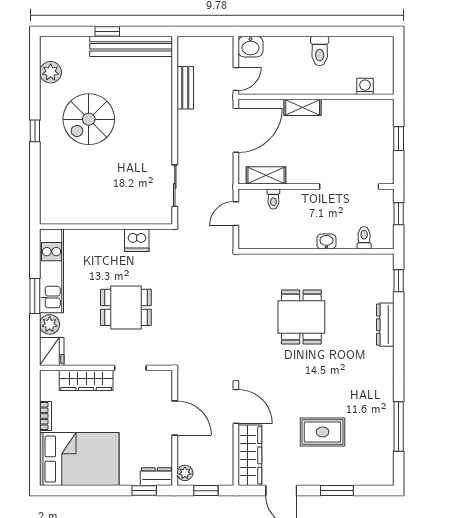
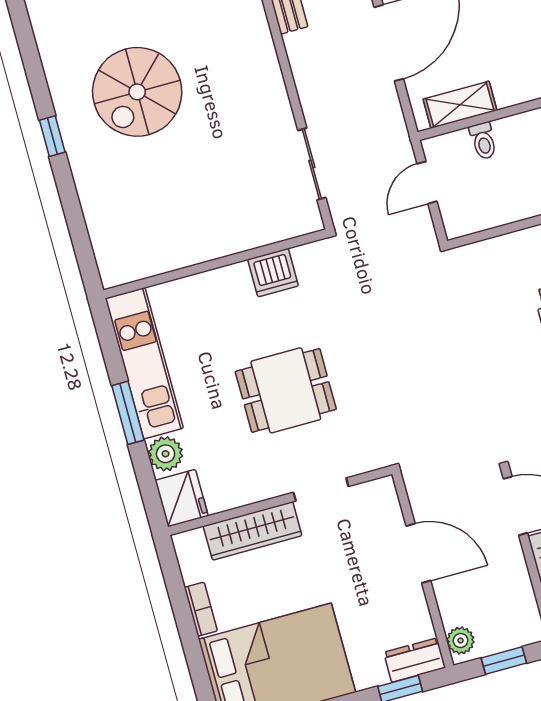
plant: (51, 72) -> (51, 31), removed

